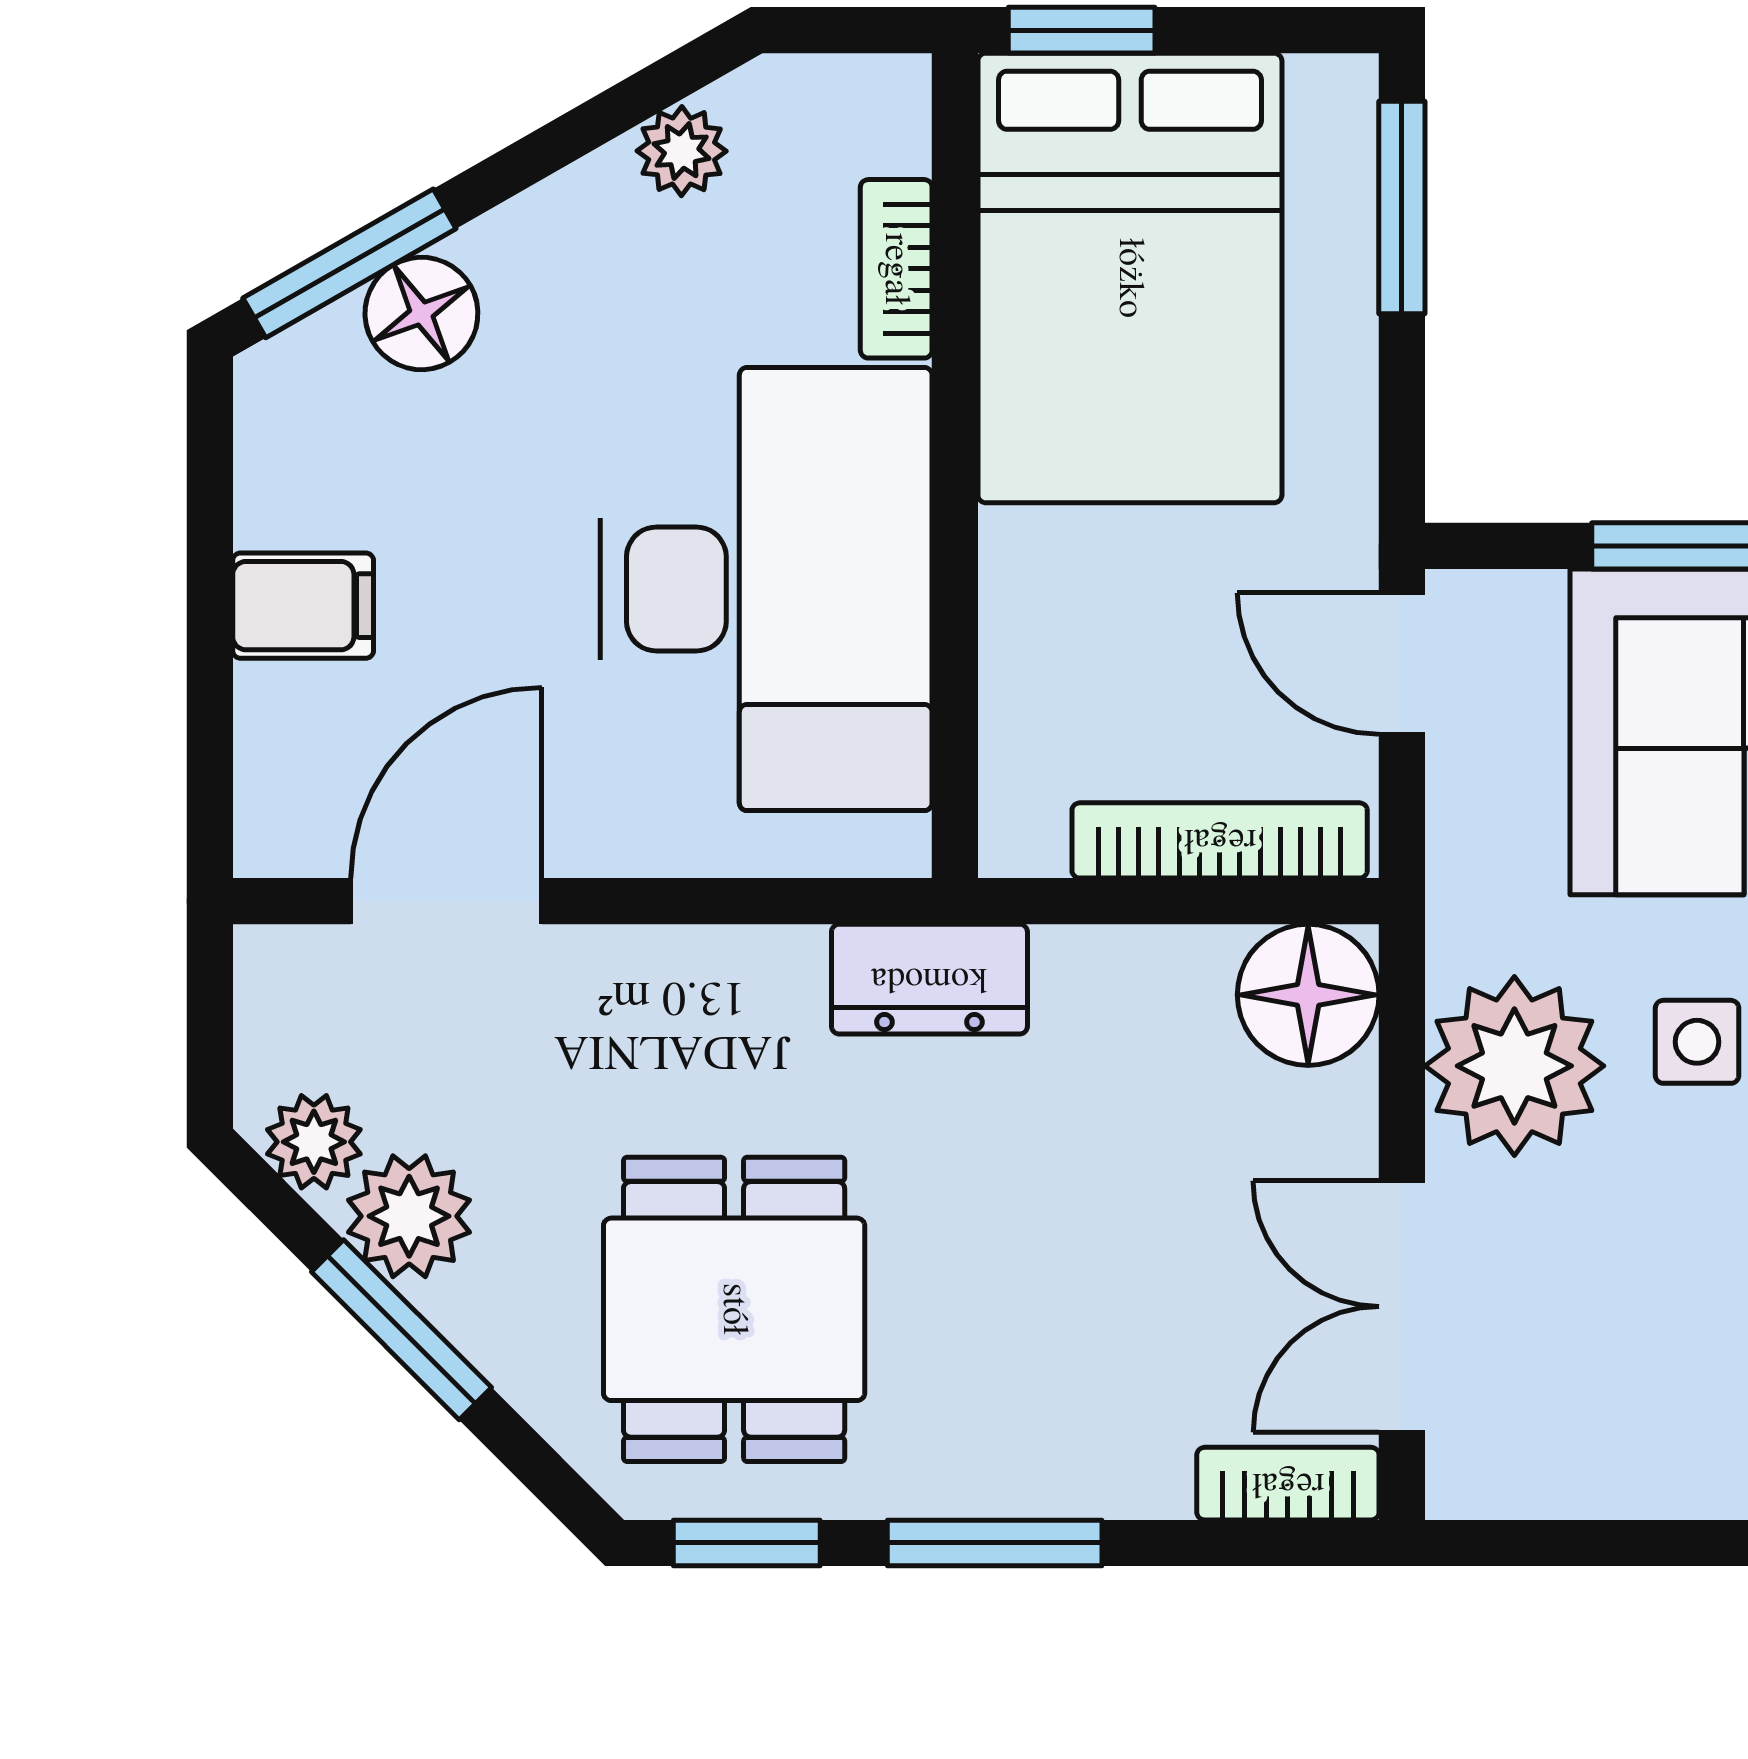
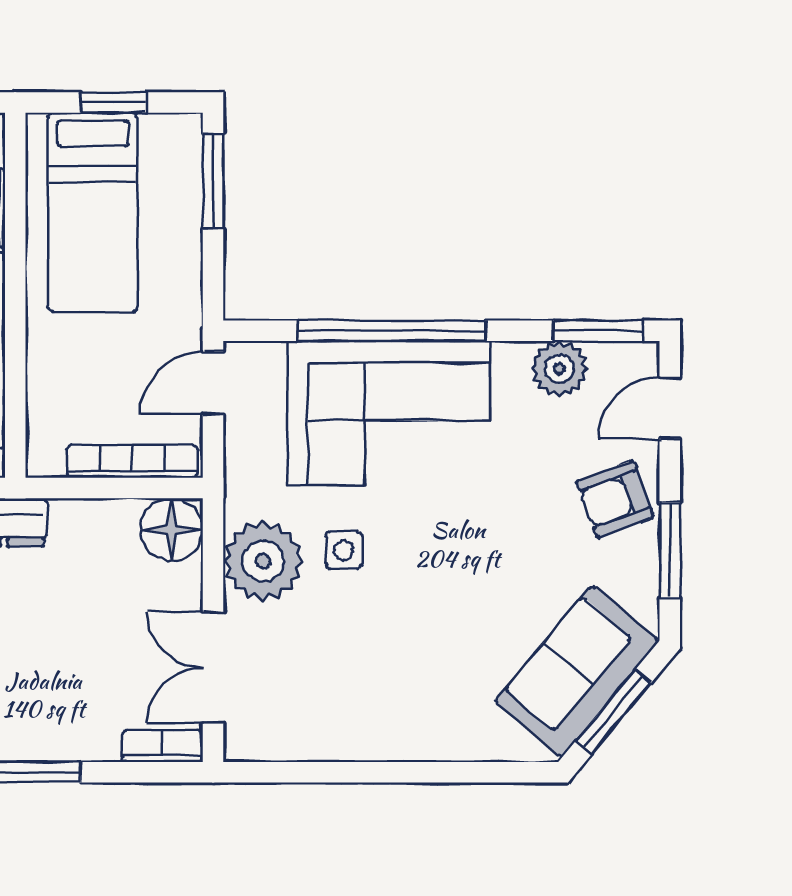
window: (1082, 30) -> (113, 102), moved
bed: (1130, 278) -> (93, 212), width x0.67
door: (1402, 664) -> (213, 383), hinge flipped

